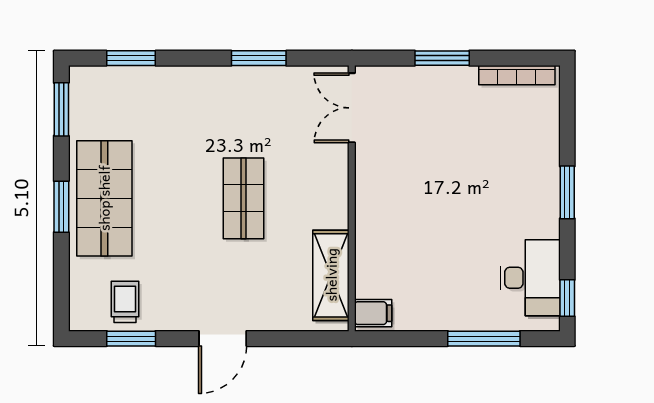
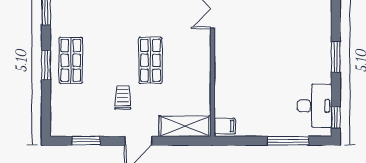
shop shelf: (104, 198) -> (71, 60), width x0.70, depth x0.74
shelving: (331, 275) -> (185, 126), moved, turned 90
trolley: (125, 302) -> (123, 97), moved

